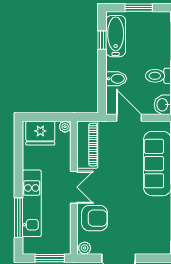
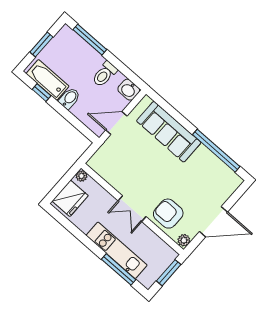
bidet: (116, 79) -> (69, 98), moved
piano: (87, 145) -> (109, 171), removed
double door: (74, 187) -> (132, 209), swing flipped
armchair: (95, 218) -> (168, 214), turned -90

